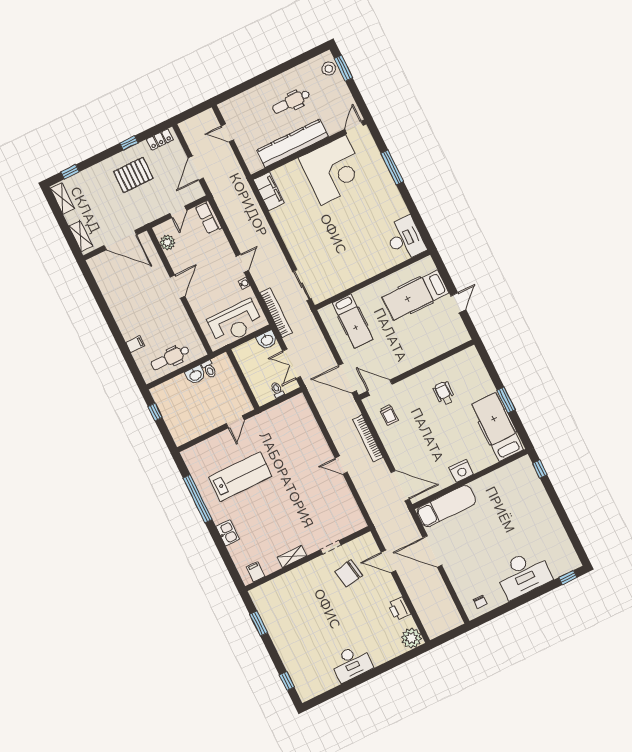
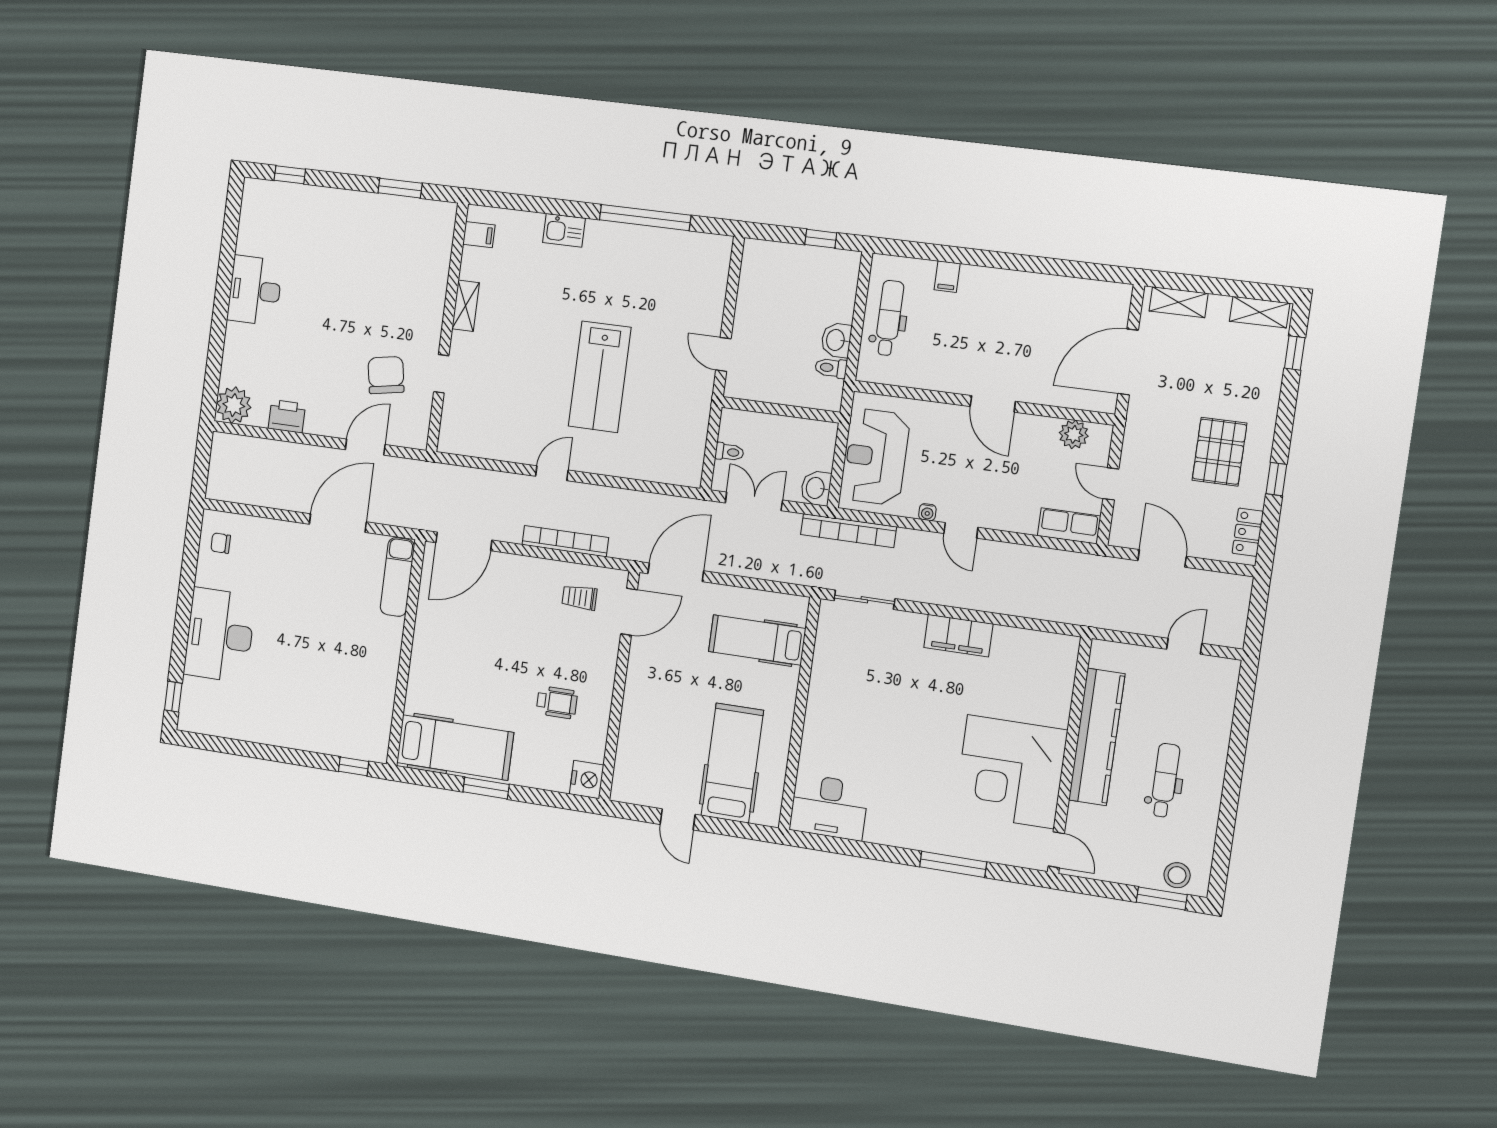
filing cabinet: (269, 191) -> (958, 636), moved
nightstand: (461, 471) -> (587, 780), moved, turned 180
lab bench: (240, 477) -> (600, 377), moved
exam couch: (446, 506) -> (397, 577), width x0.73, depth x0.69

